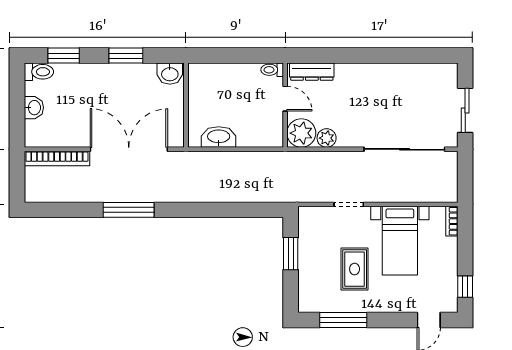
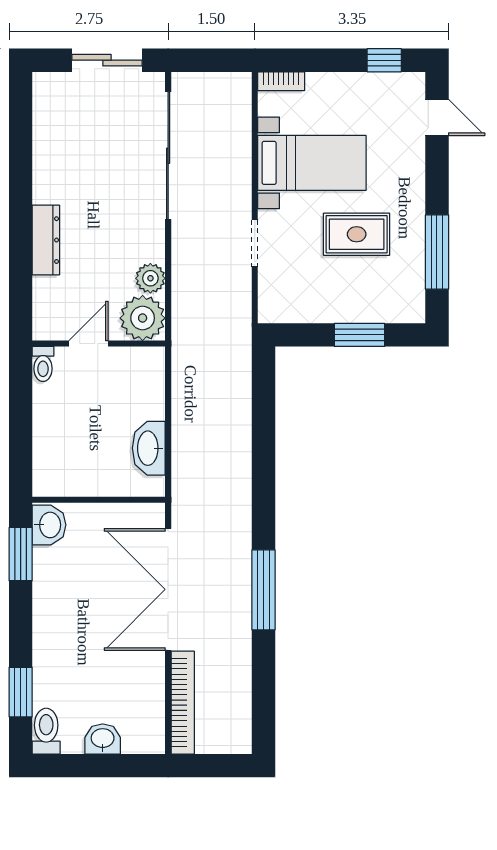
window: (126, 56) -> (21, 554), moved
dresser: (312, 72) -> (46, 240), moved
window: (291, 254) -> (359, 335), moved

